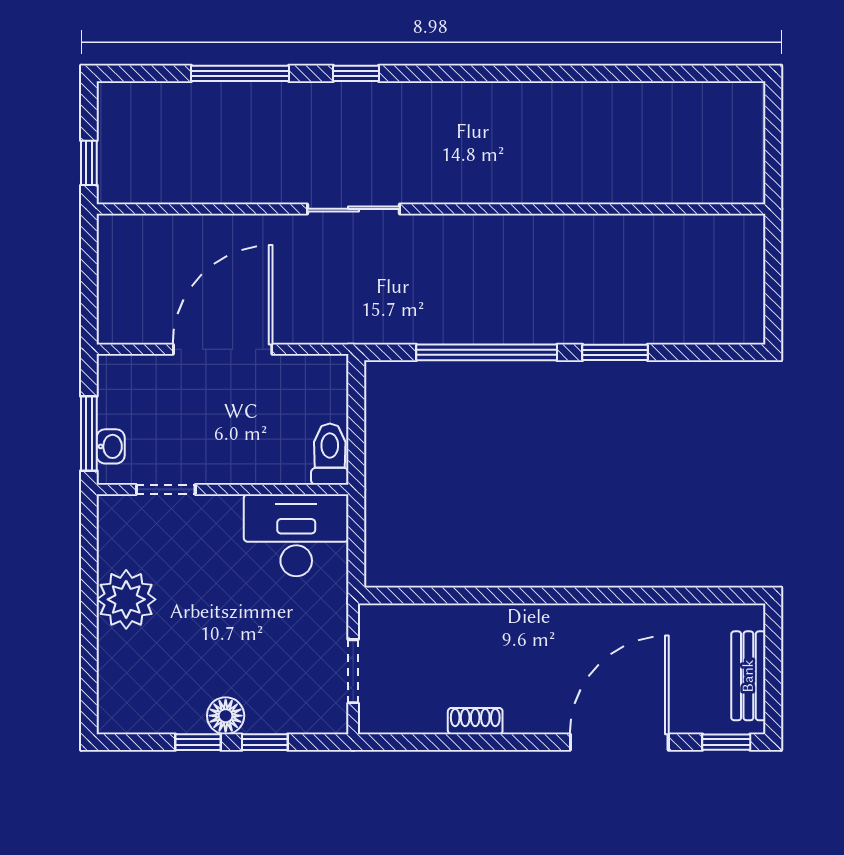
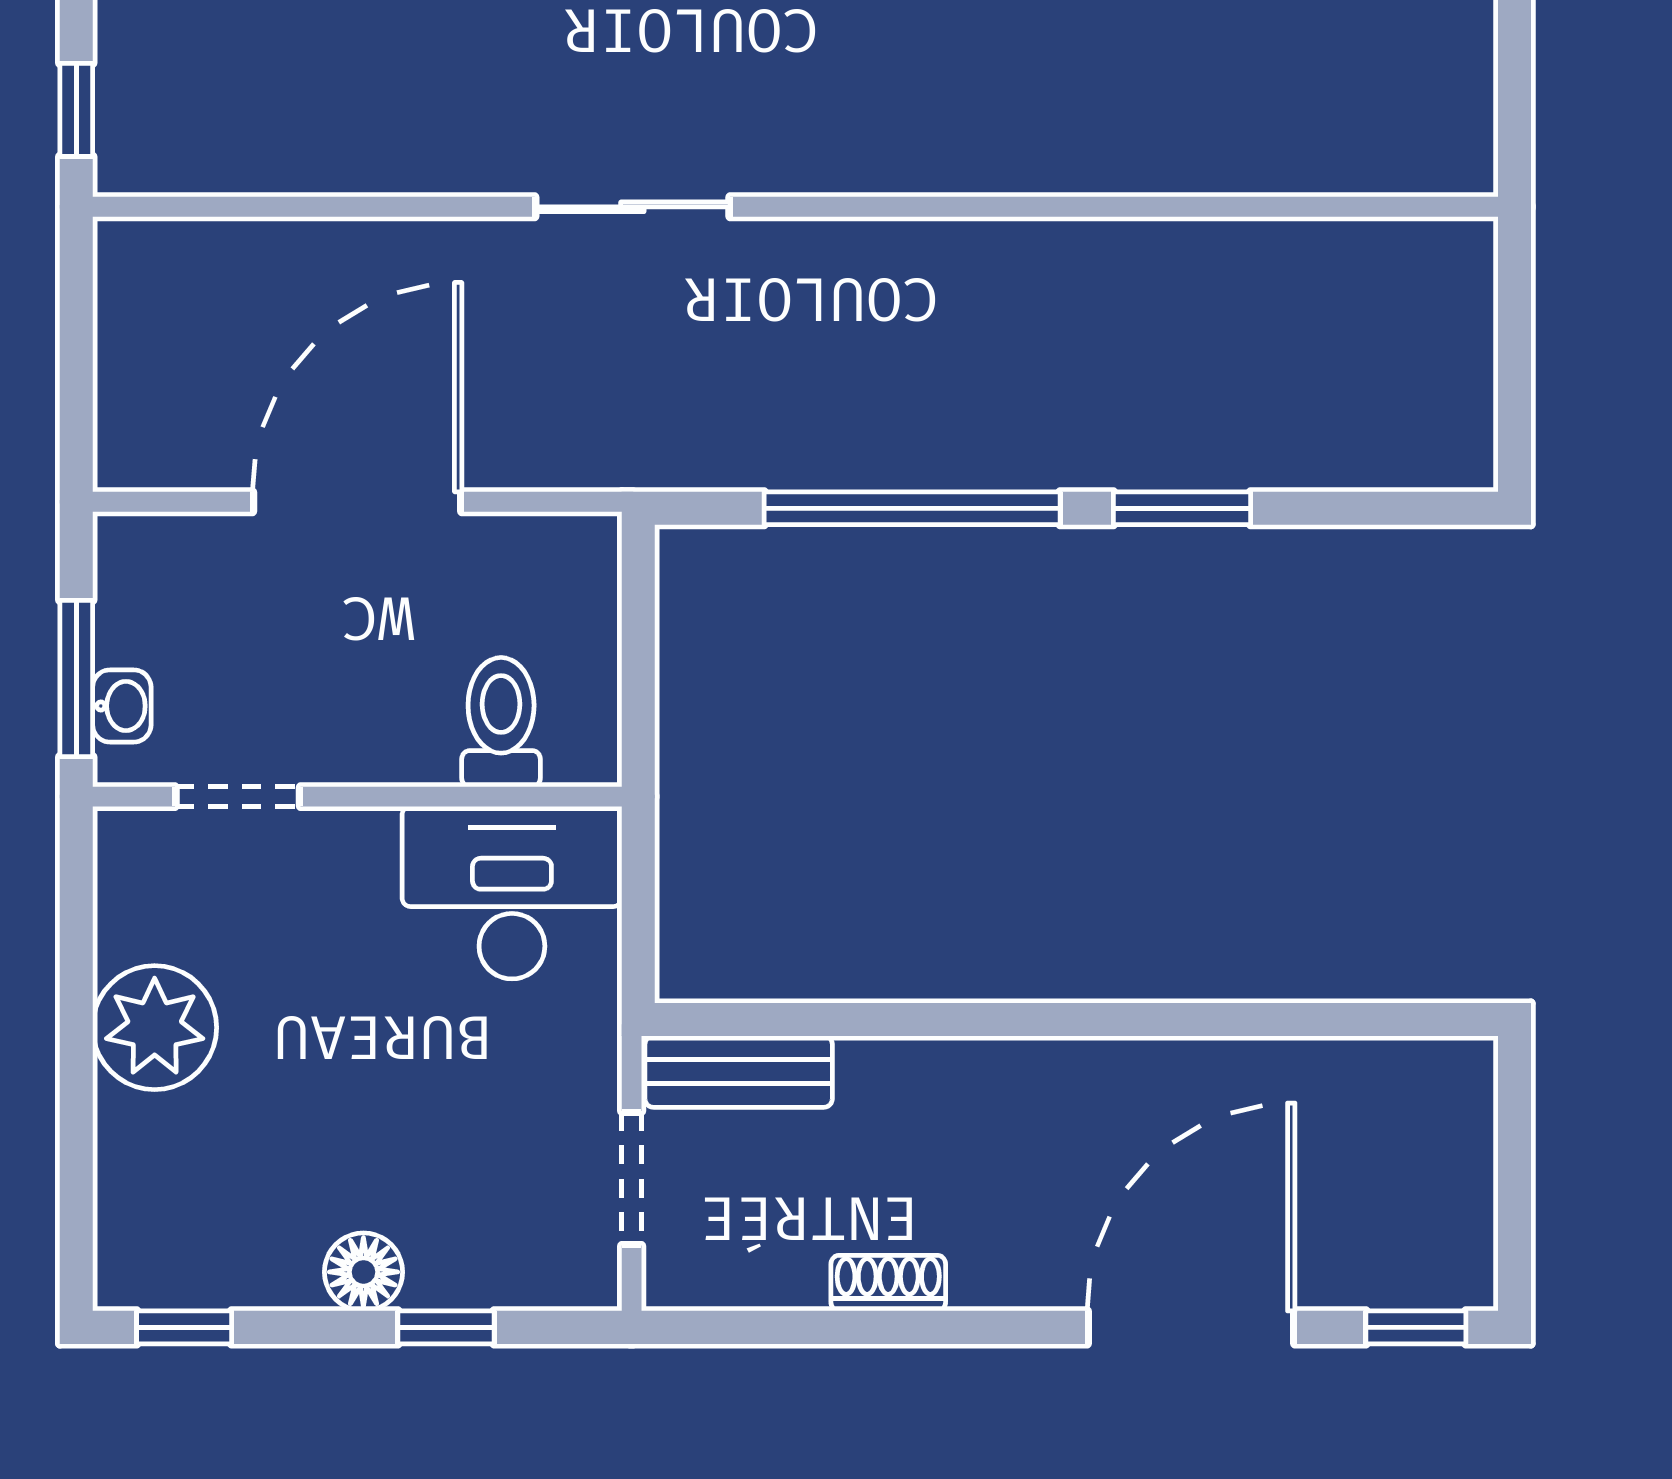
toilet: (330, 454) -> (501, 722), moved
bench: (748, 676) -> (739, 1072), moved, turned 90
window: (198, 742) -> (184, 1327), moved

